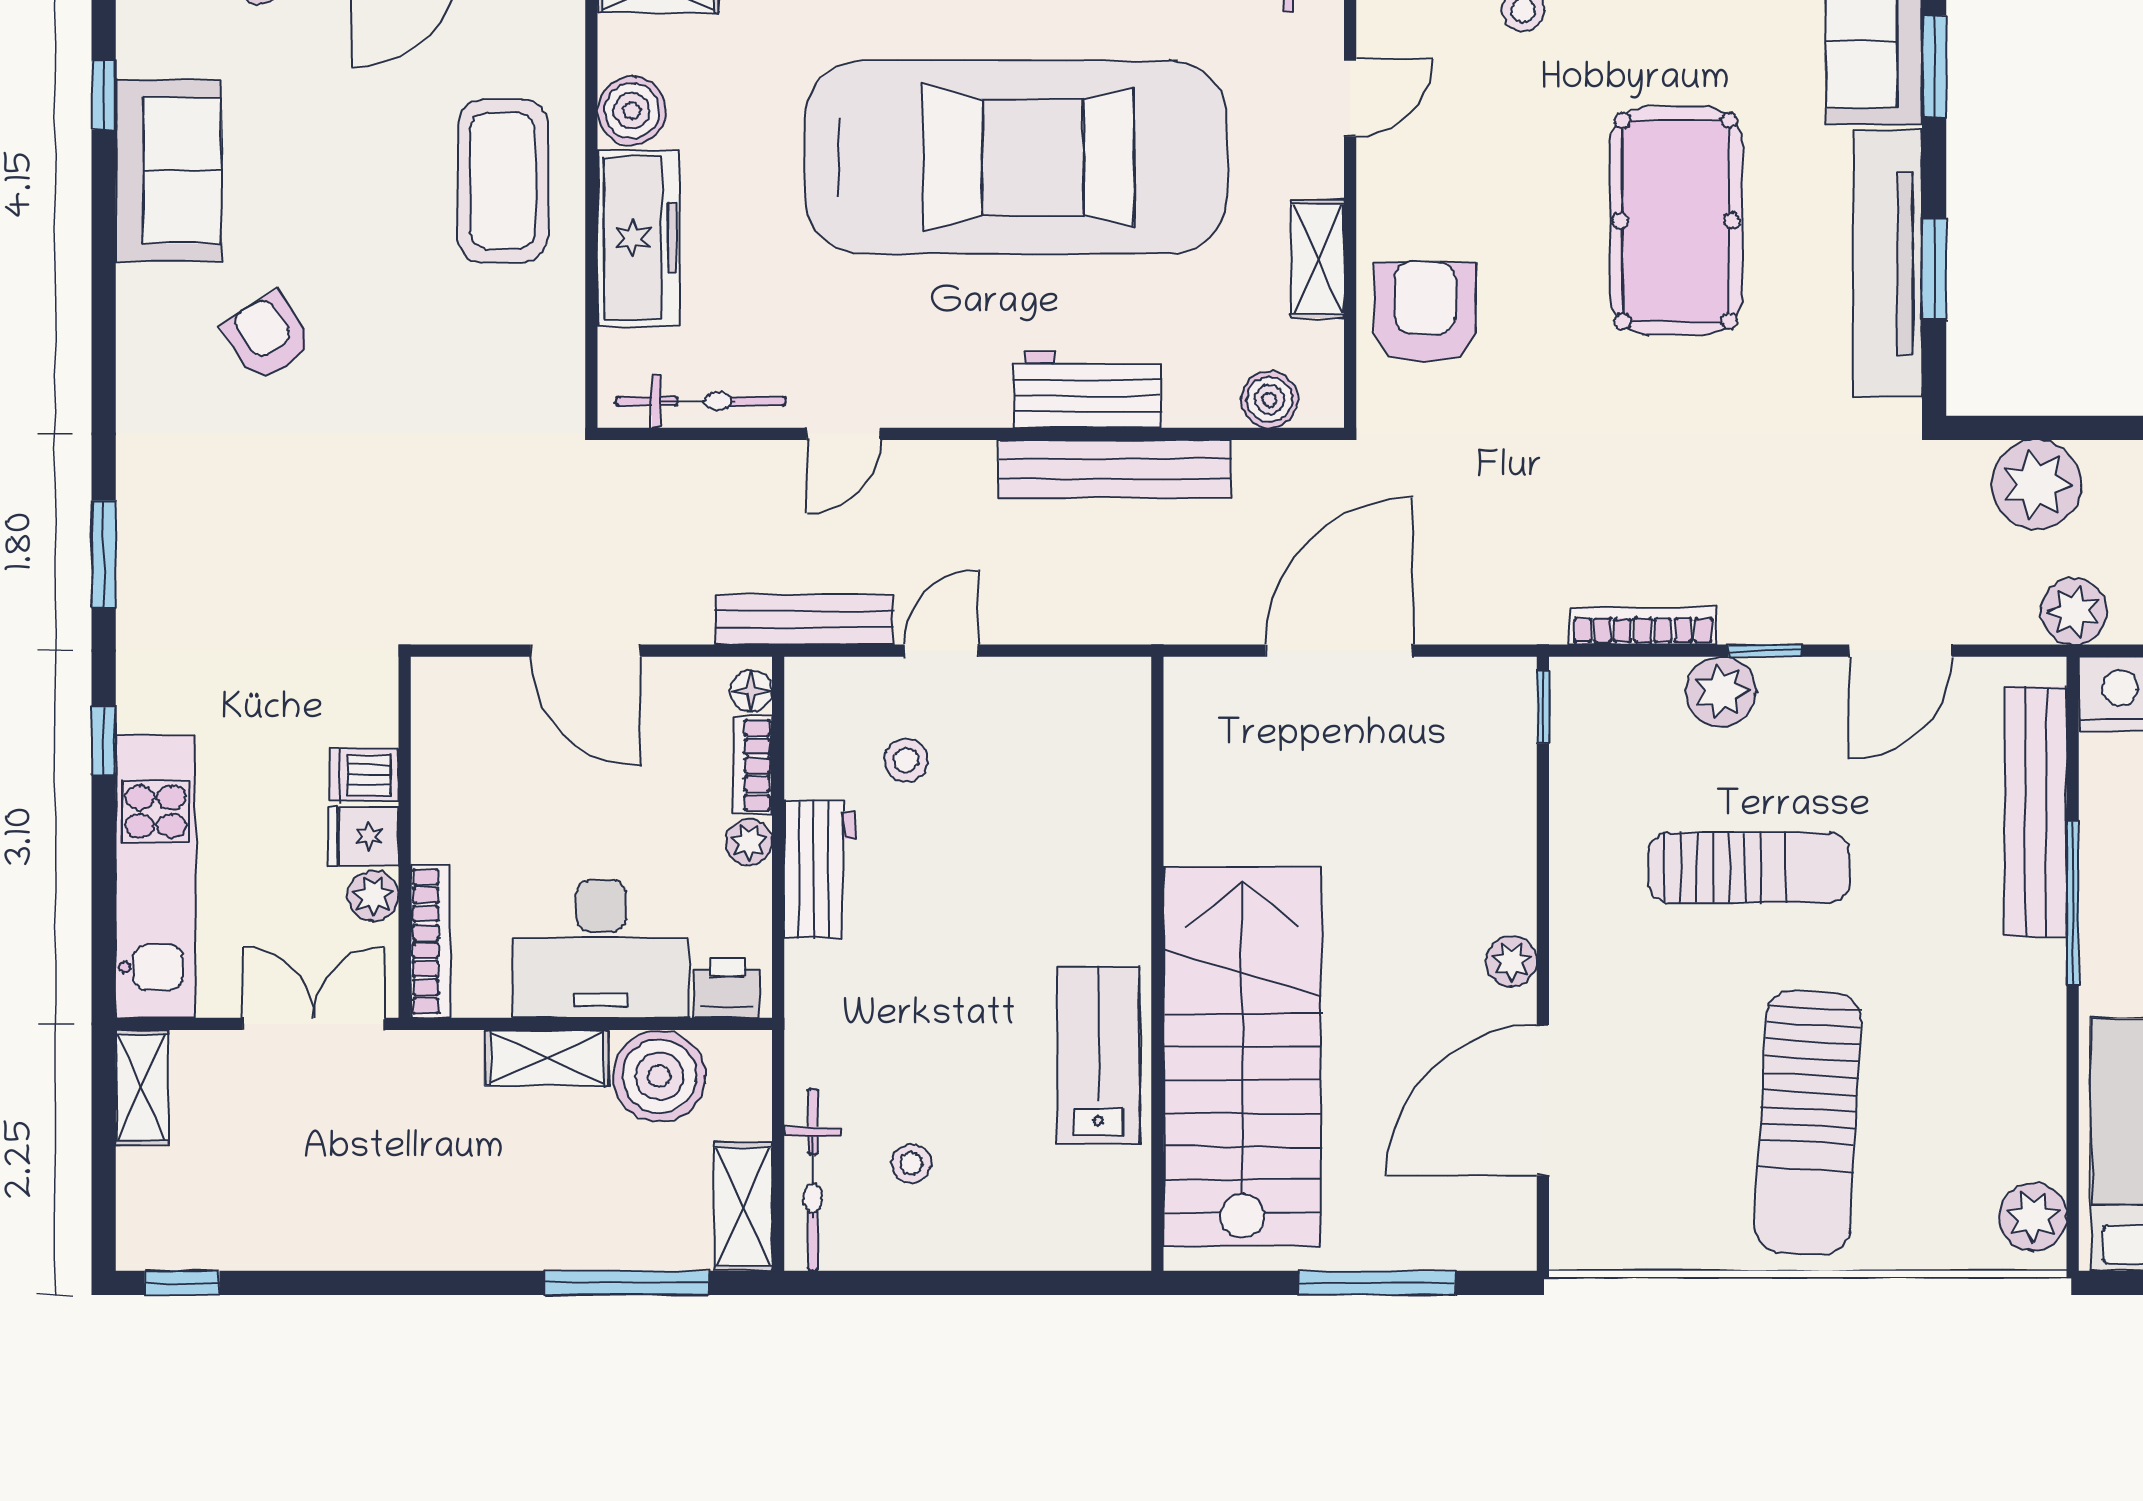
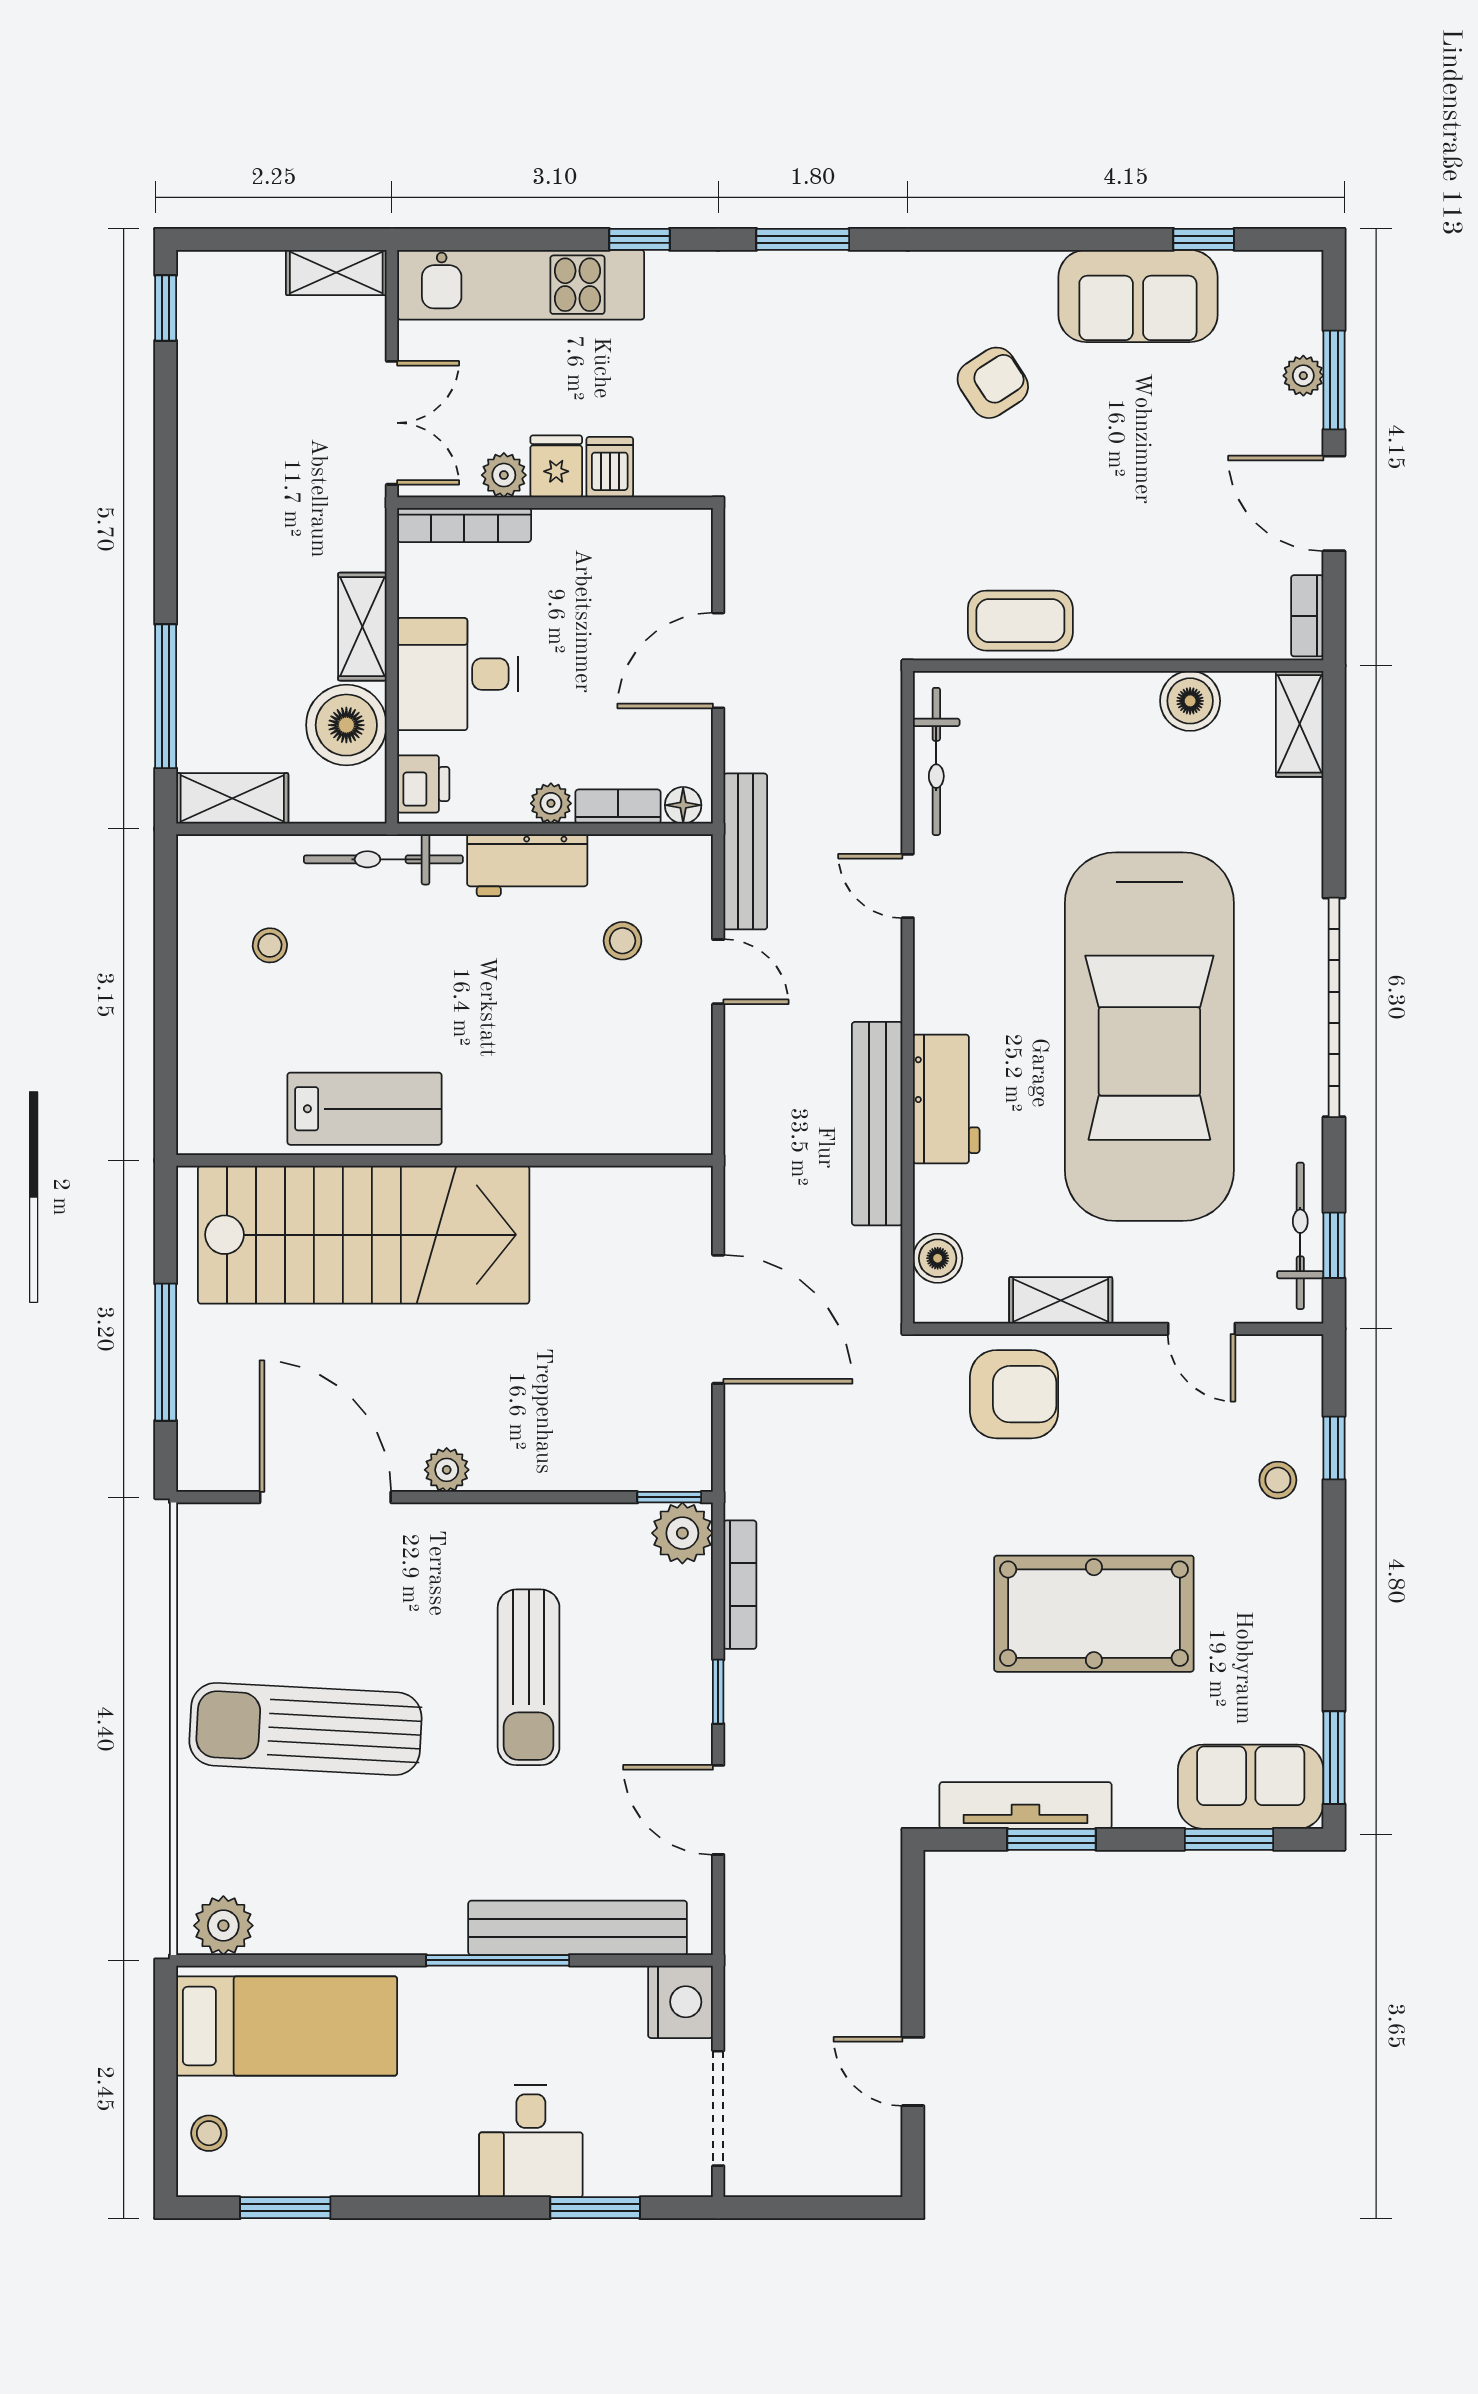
coffee table: (502, 181) -> (1020, 621), moved, width x0.73, depth x0.76
freezer: (638, 238) -> (1079, 707), removed
tv unit: (1888, 263) -> (1026, 1805), width x0.73, depth x0.78
plant: (2037, 485) -> (863, 1929), removed
plant: (2074, 611) -> (753, 1961), removed
plant: (1721, 692) -> (682, 1533), moved
desk: (601, 949) -> (458, 674), width x0.73
bicycle: (813, 1180) -> (383, 859), moved

